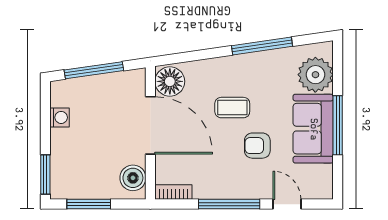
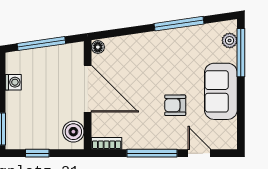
plant: (315, 75) -> (230, 40), width x0.53, depth x0.53
floor lamp: (170, 81) -> (98, 47), width x0.53, depth x0.53
coffee table: (232, 108) -> (155, 74), removed
window: (338, 125) -> (241, 53), moved
window: (89, 204) -> (37, 153), width x0.67

